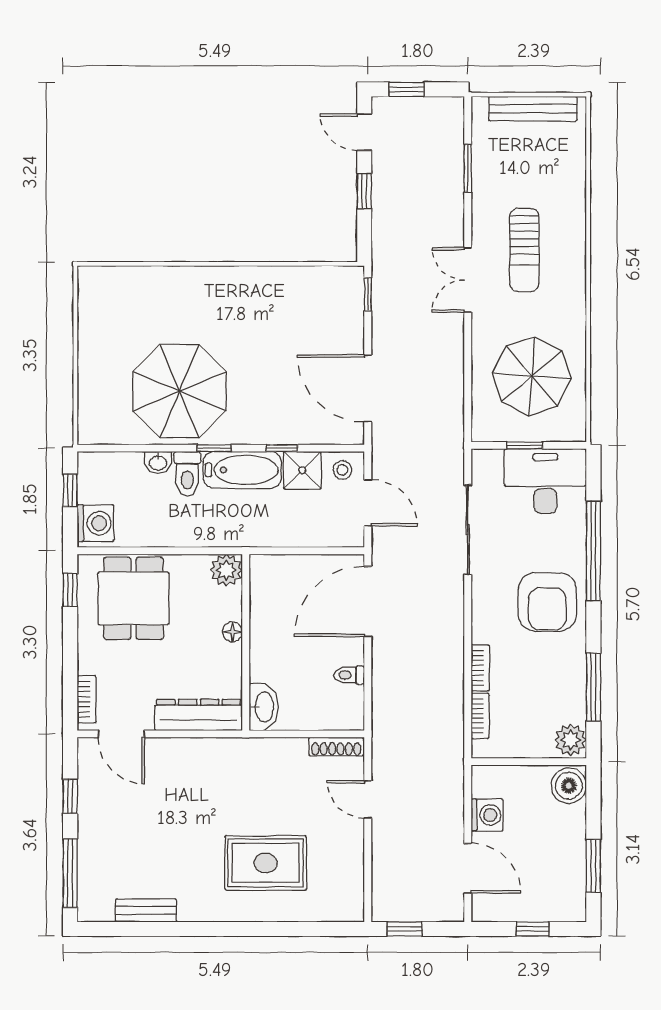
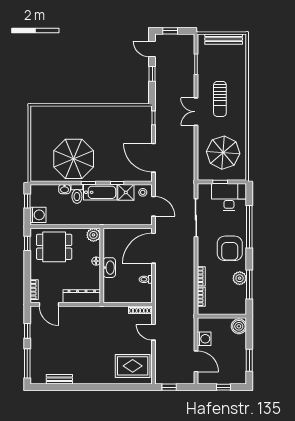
dining table: (133, 598) -> (54, 247), turned 90
washbasin: (264, 707) -> (109, 268), moved
plant: (570, 740) -> (240, 278), moved
rug: (266, 863) -> (133, 366), moved

